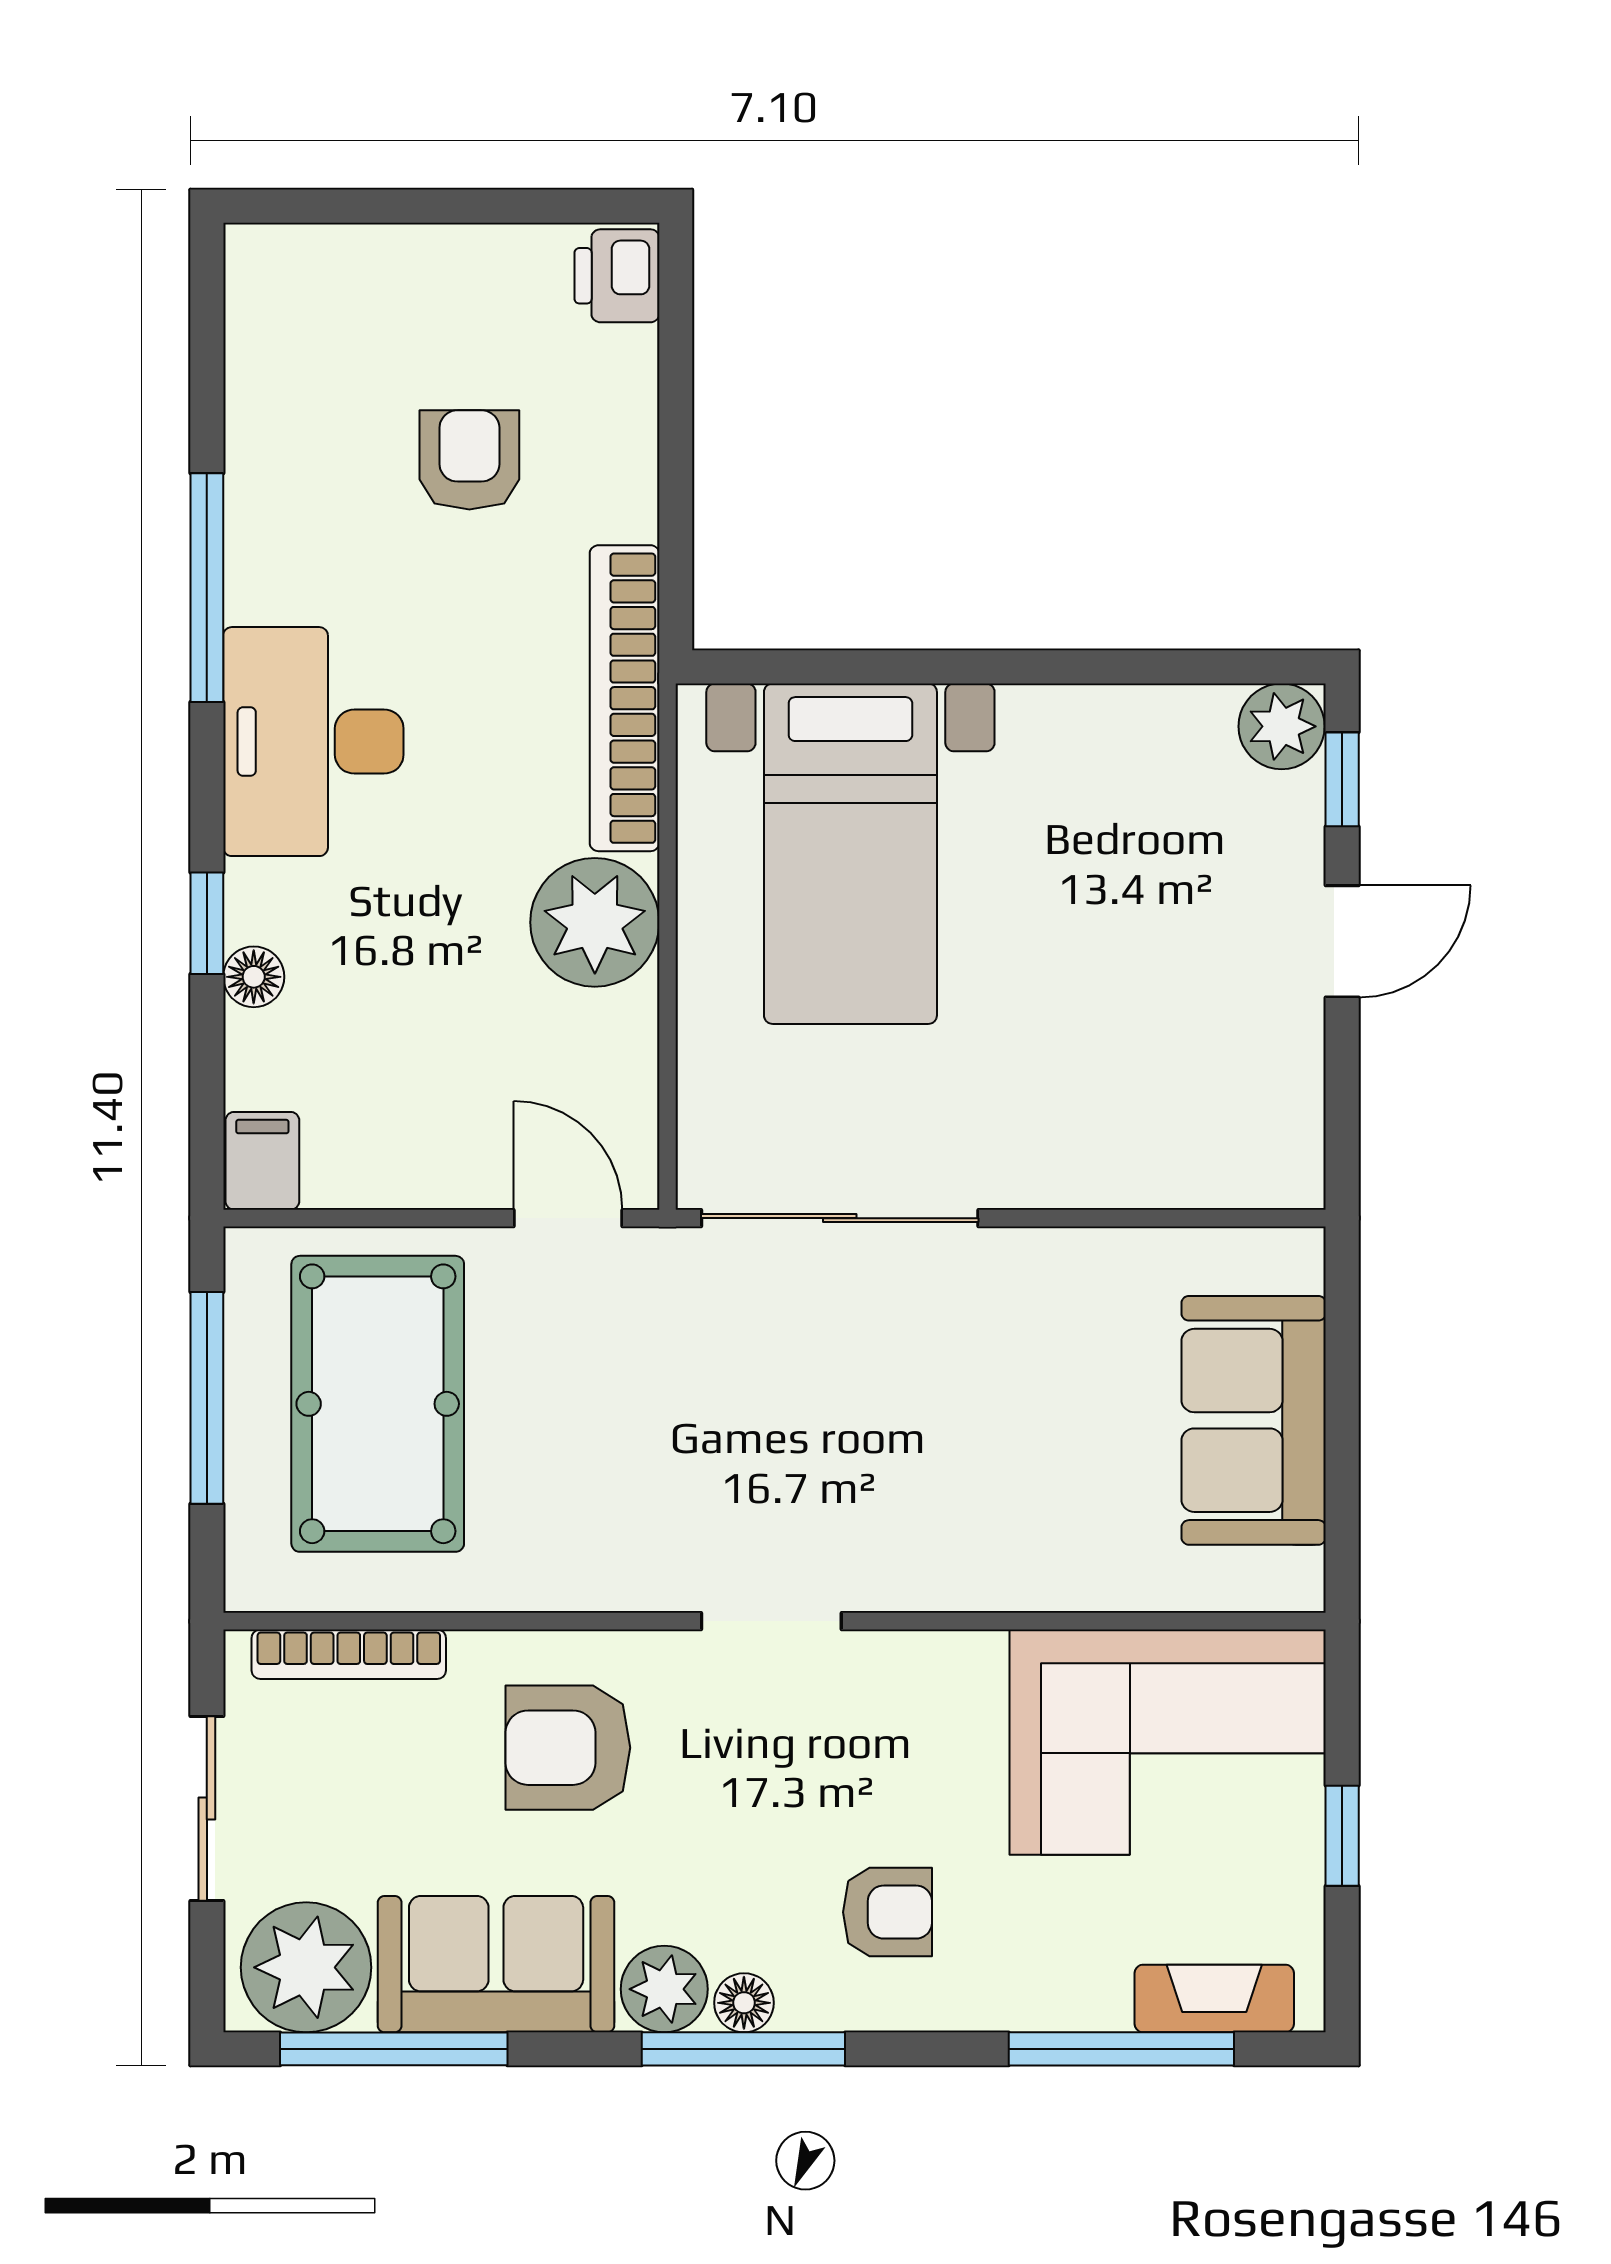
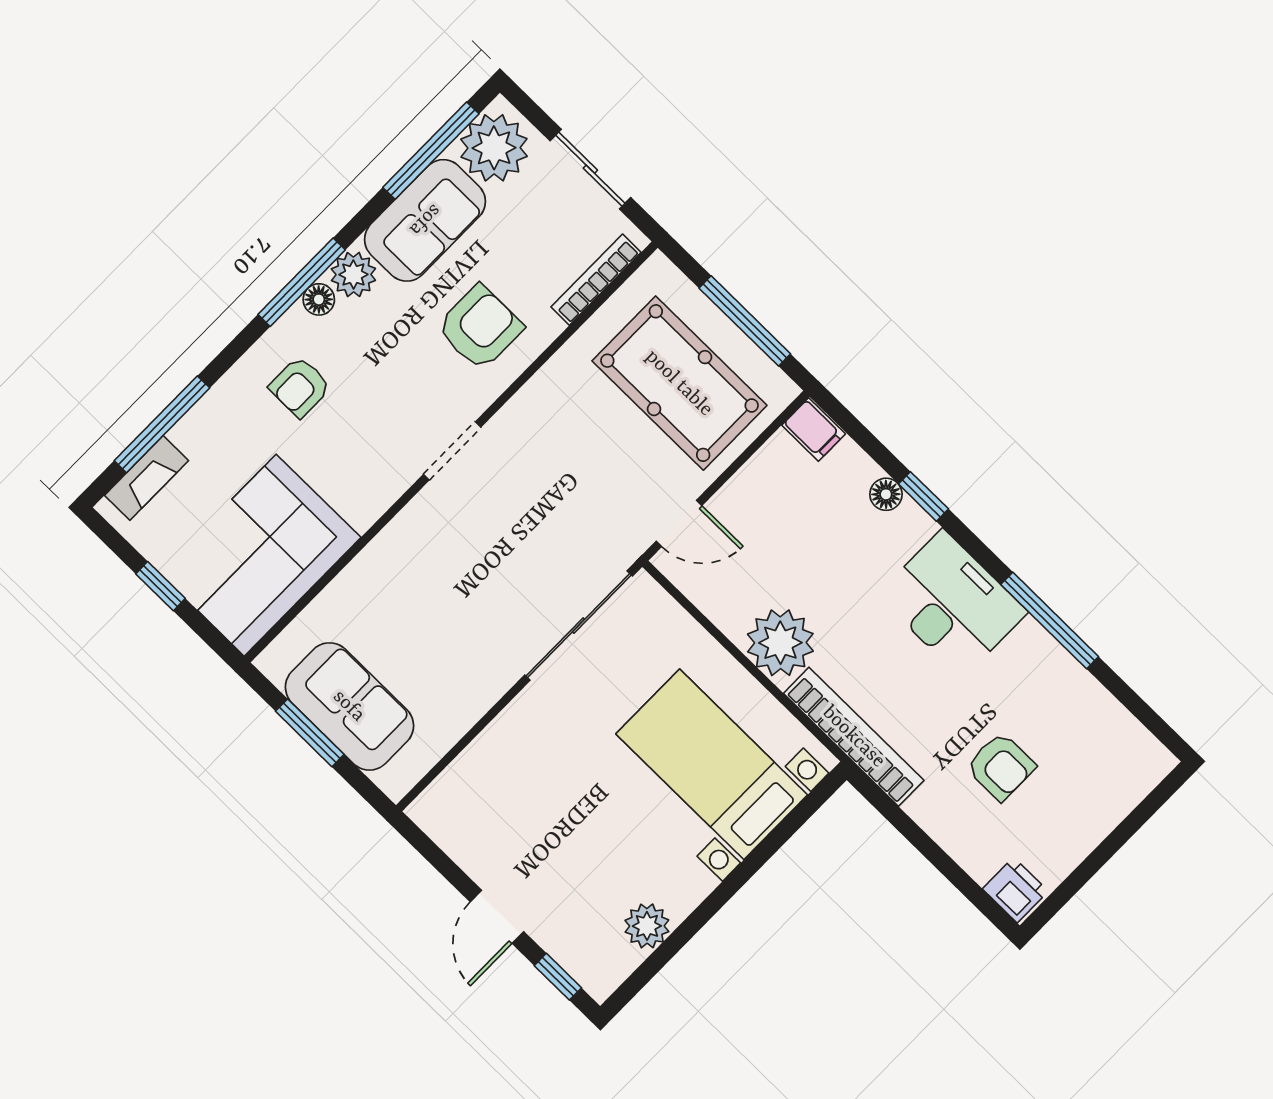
plant: (1282, 726) -> (647, 926), moved
window: (1342, 1439) -> (310, 733), added

